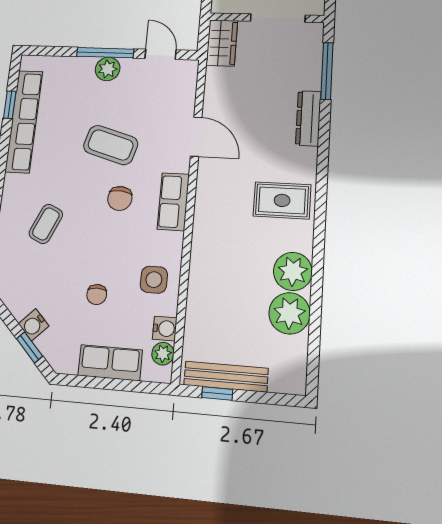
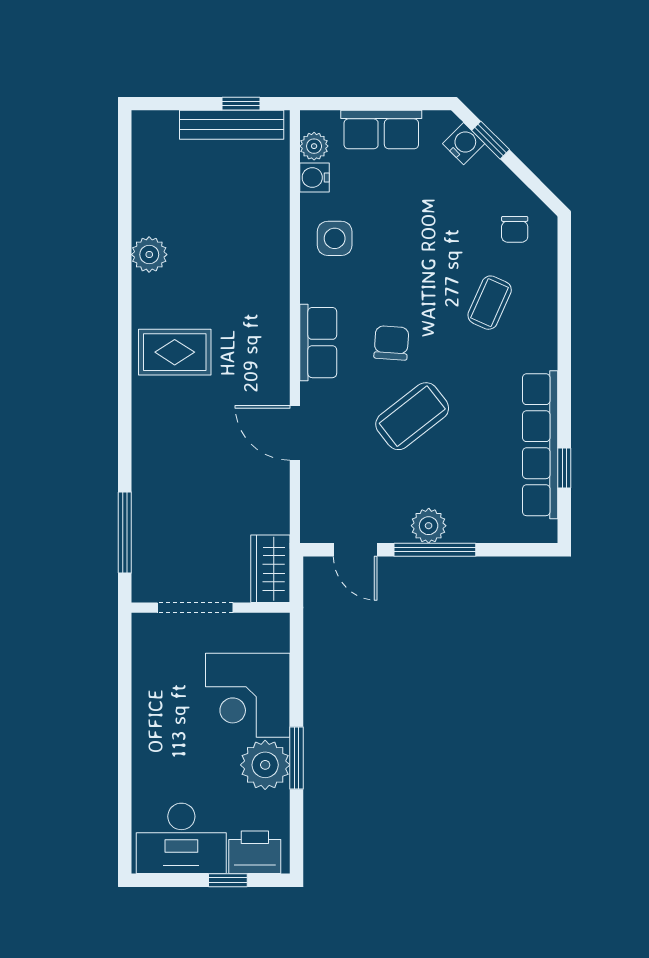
dresser: (308, 118) -> (146, 465), removed
coffee table: (111, 145) -> (412, 416), turned -54
plant: (293, 271) -> (149, 255), width x0.73, depth x0.73
chair: (97, 295) -> (515, 229), moved, turned 180
plant: (289, 313) -> (157, 208), removed
water cooler: (34, 325) -> (464, 144), moved

